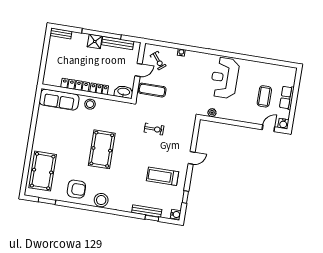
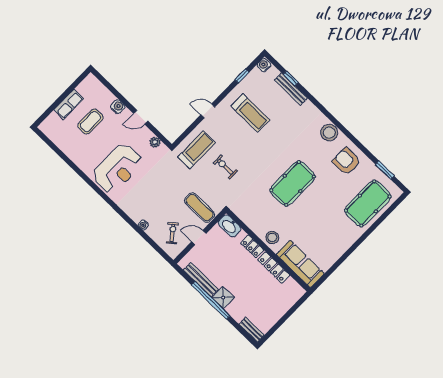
water cooler: (283, 124) -> (118, 107), moved
treadmill: (181, 127) -> (197, 150), added
door: (268, 128) -> (141, 117), moved

